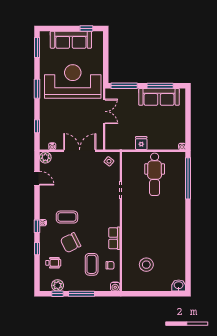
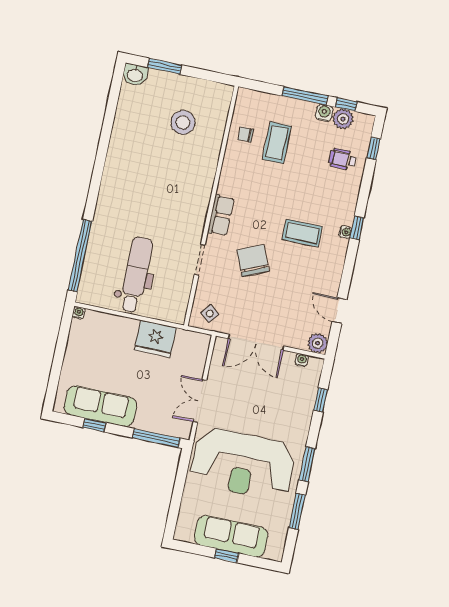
window: (86, 28) -> (226, 556), moved
window: (37, 47) -> (297, 511), moved
window: (160, 86) -> (94, 425), width x0.46
fridge: (141, 143) -> (155, 339), width x1.88, depth x1.34
row of seats: (114, 238) -> (221, 215), moved
chair: (71, 243) -> (253, 261), moved, turned -86
window: (37, 249) -> (374, 148), moved
water cooler: (115, 287) -> (324, 113), moved
window: (163, 294) -> (165, 66), added

